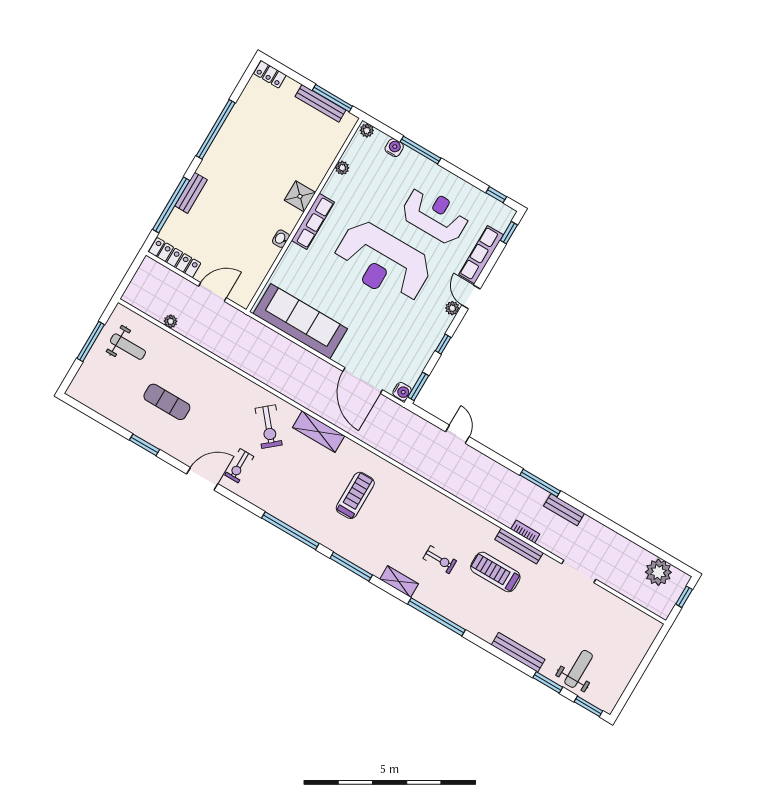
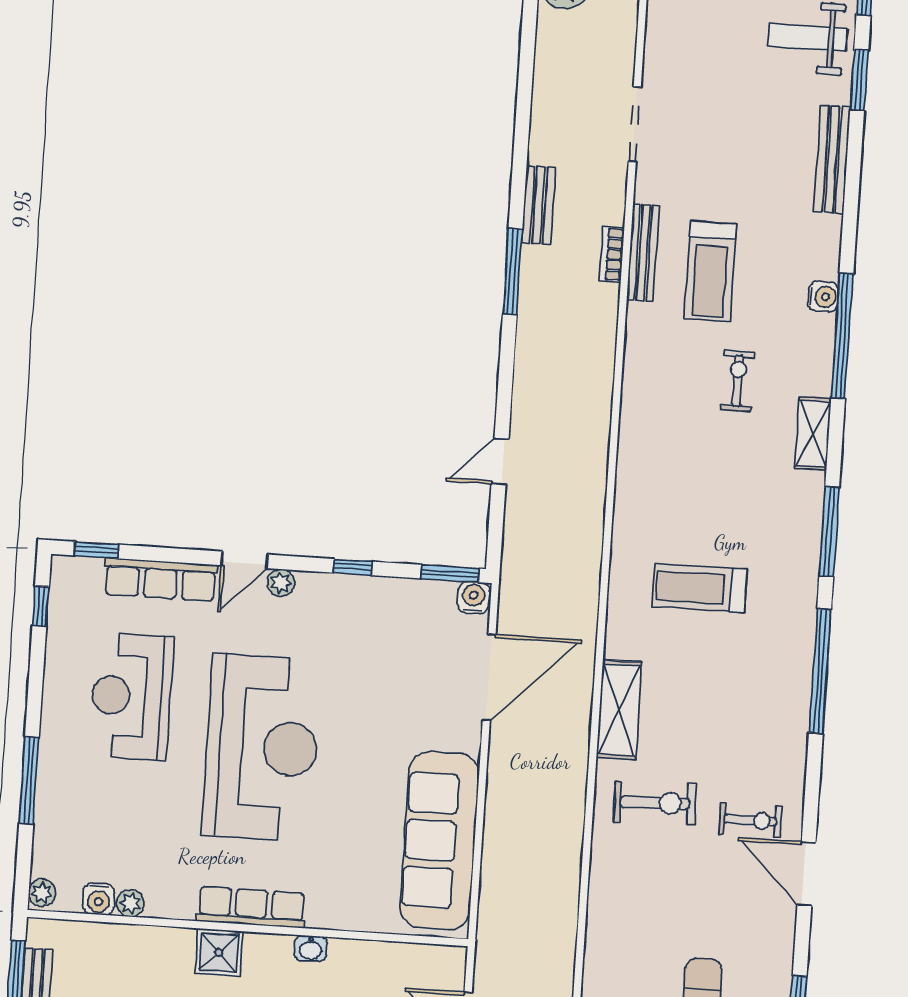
water cooler: (394, 148) -> (99, 899), moved, turned -90
exercise bike: (269, 427) -> (655, 803), turned 38
water cooler: (458, 617) -> (823, 297), added

